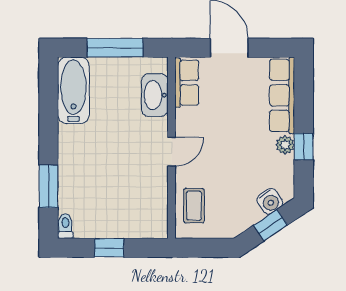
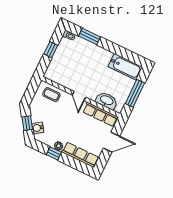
row of seats: (187, 83) -> (100, 114), width x1.48

